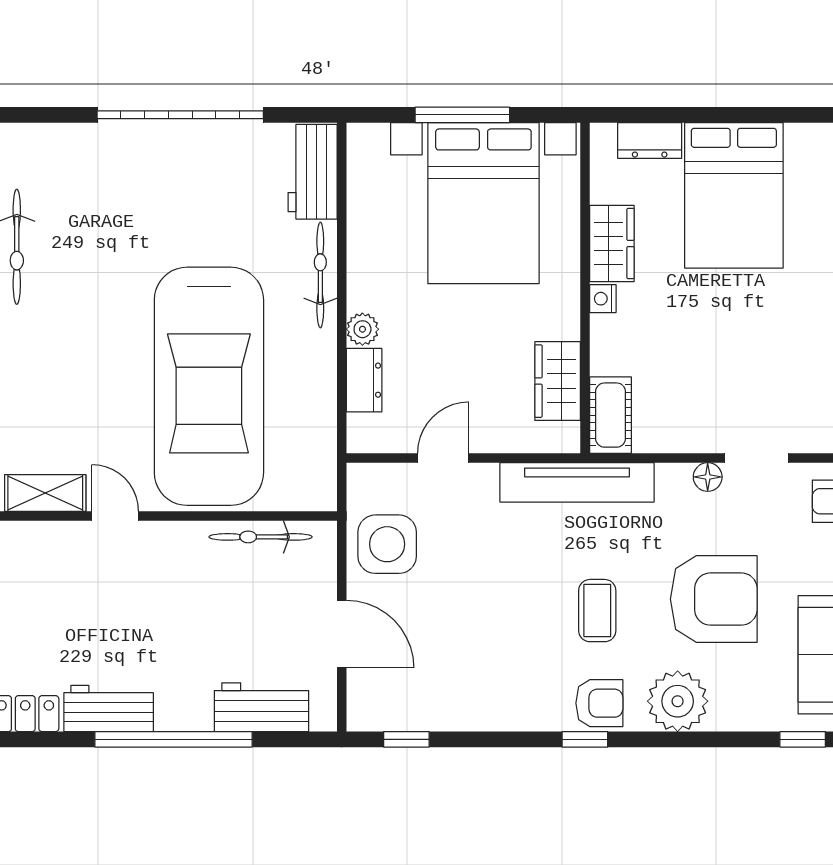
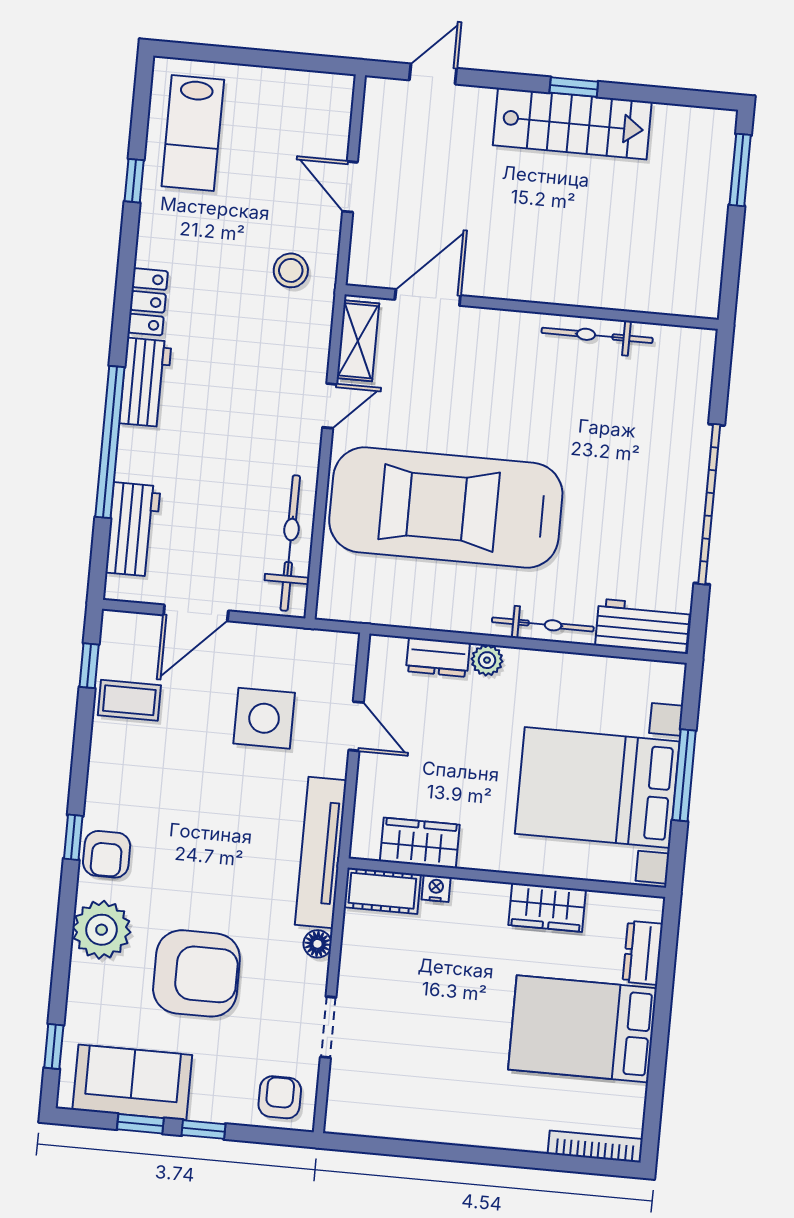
nightstand: (603, 299) -> (436, 888), moved
floor lamp: (708, 477) -> (317, 944), moved
bicycle: (261, 537) -> (290, 543), width x1.37, depth x1.40
side table: (387, 544) -> (264, 718), moved
armchair: (714, 599) -> (196, 973), turned -90
coffee table: (597, 611) -> (129, 700), moved

